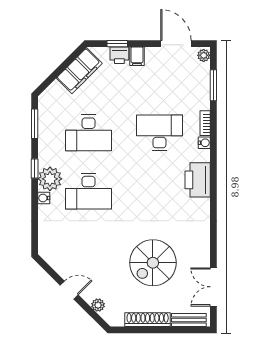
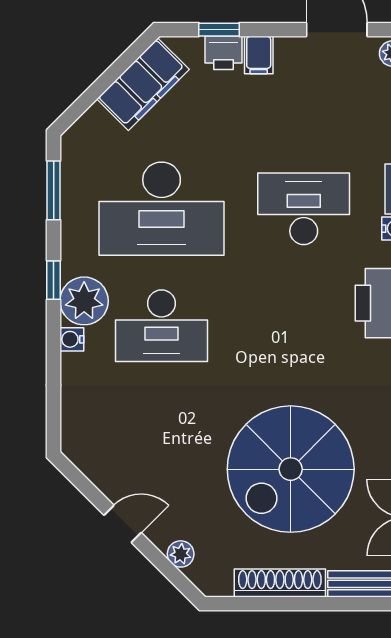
desk: (89, 133) -> (162, 209), width x1.36, depth x1.30
spiral stairs: (153, 263) -> (291, 469), width x1.37, depth x1.37

